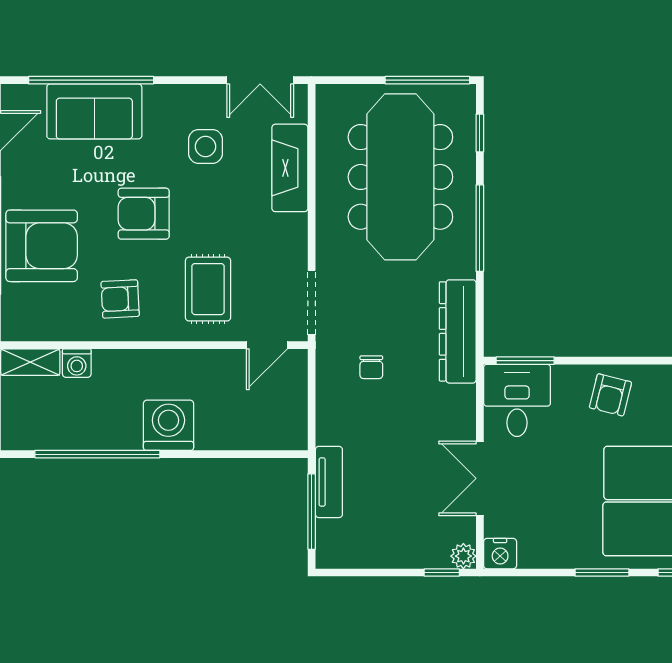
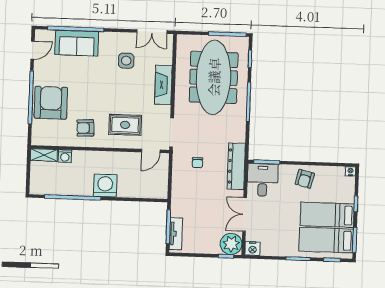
fireplace: (290, 168) -> (163, 85), moved
armchair: (144, 214) -> (97, 90), removed
armchair: (42, 246) -> (51, 103), turned -90
rug: (208, 289) -> (125, 125), turned 90
dresser: (458, 331) -> (236, 166), moved
tv unit: (329, 482) -> (176, 234), moved
plant: (463, 556) -> (231, 244), width x1.87, depth x1.87

